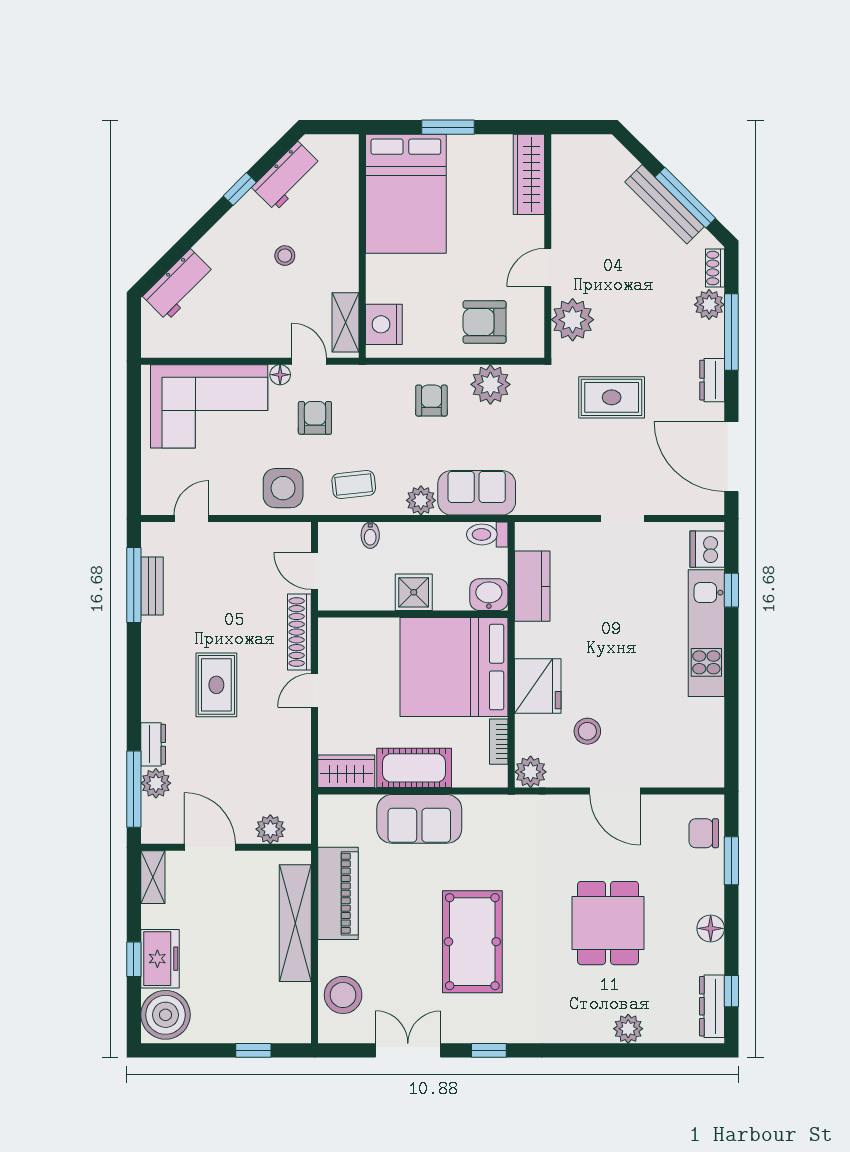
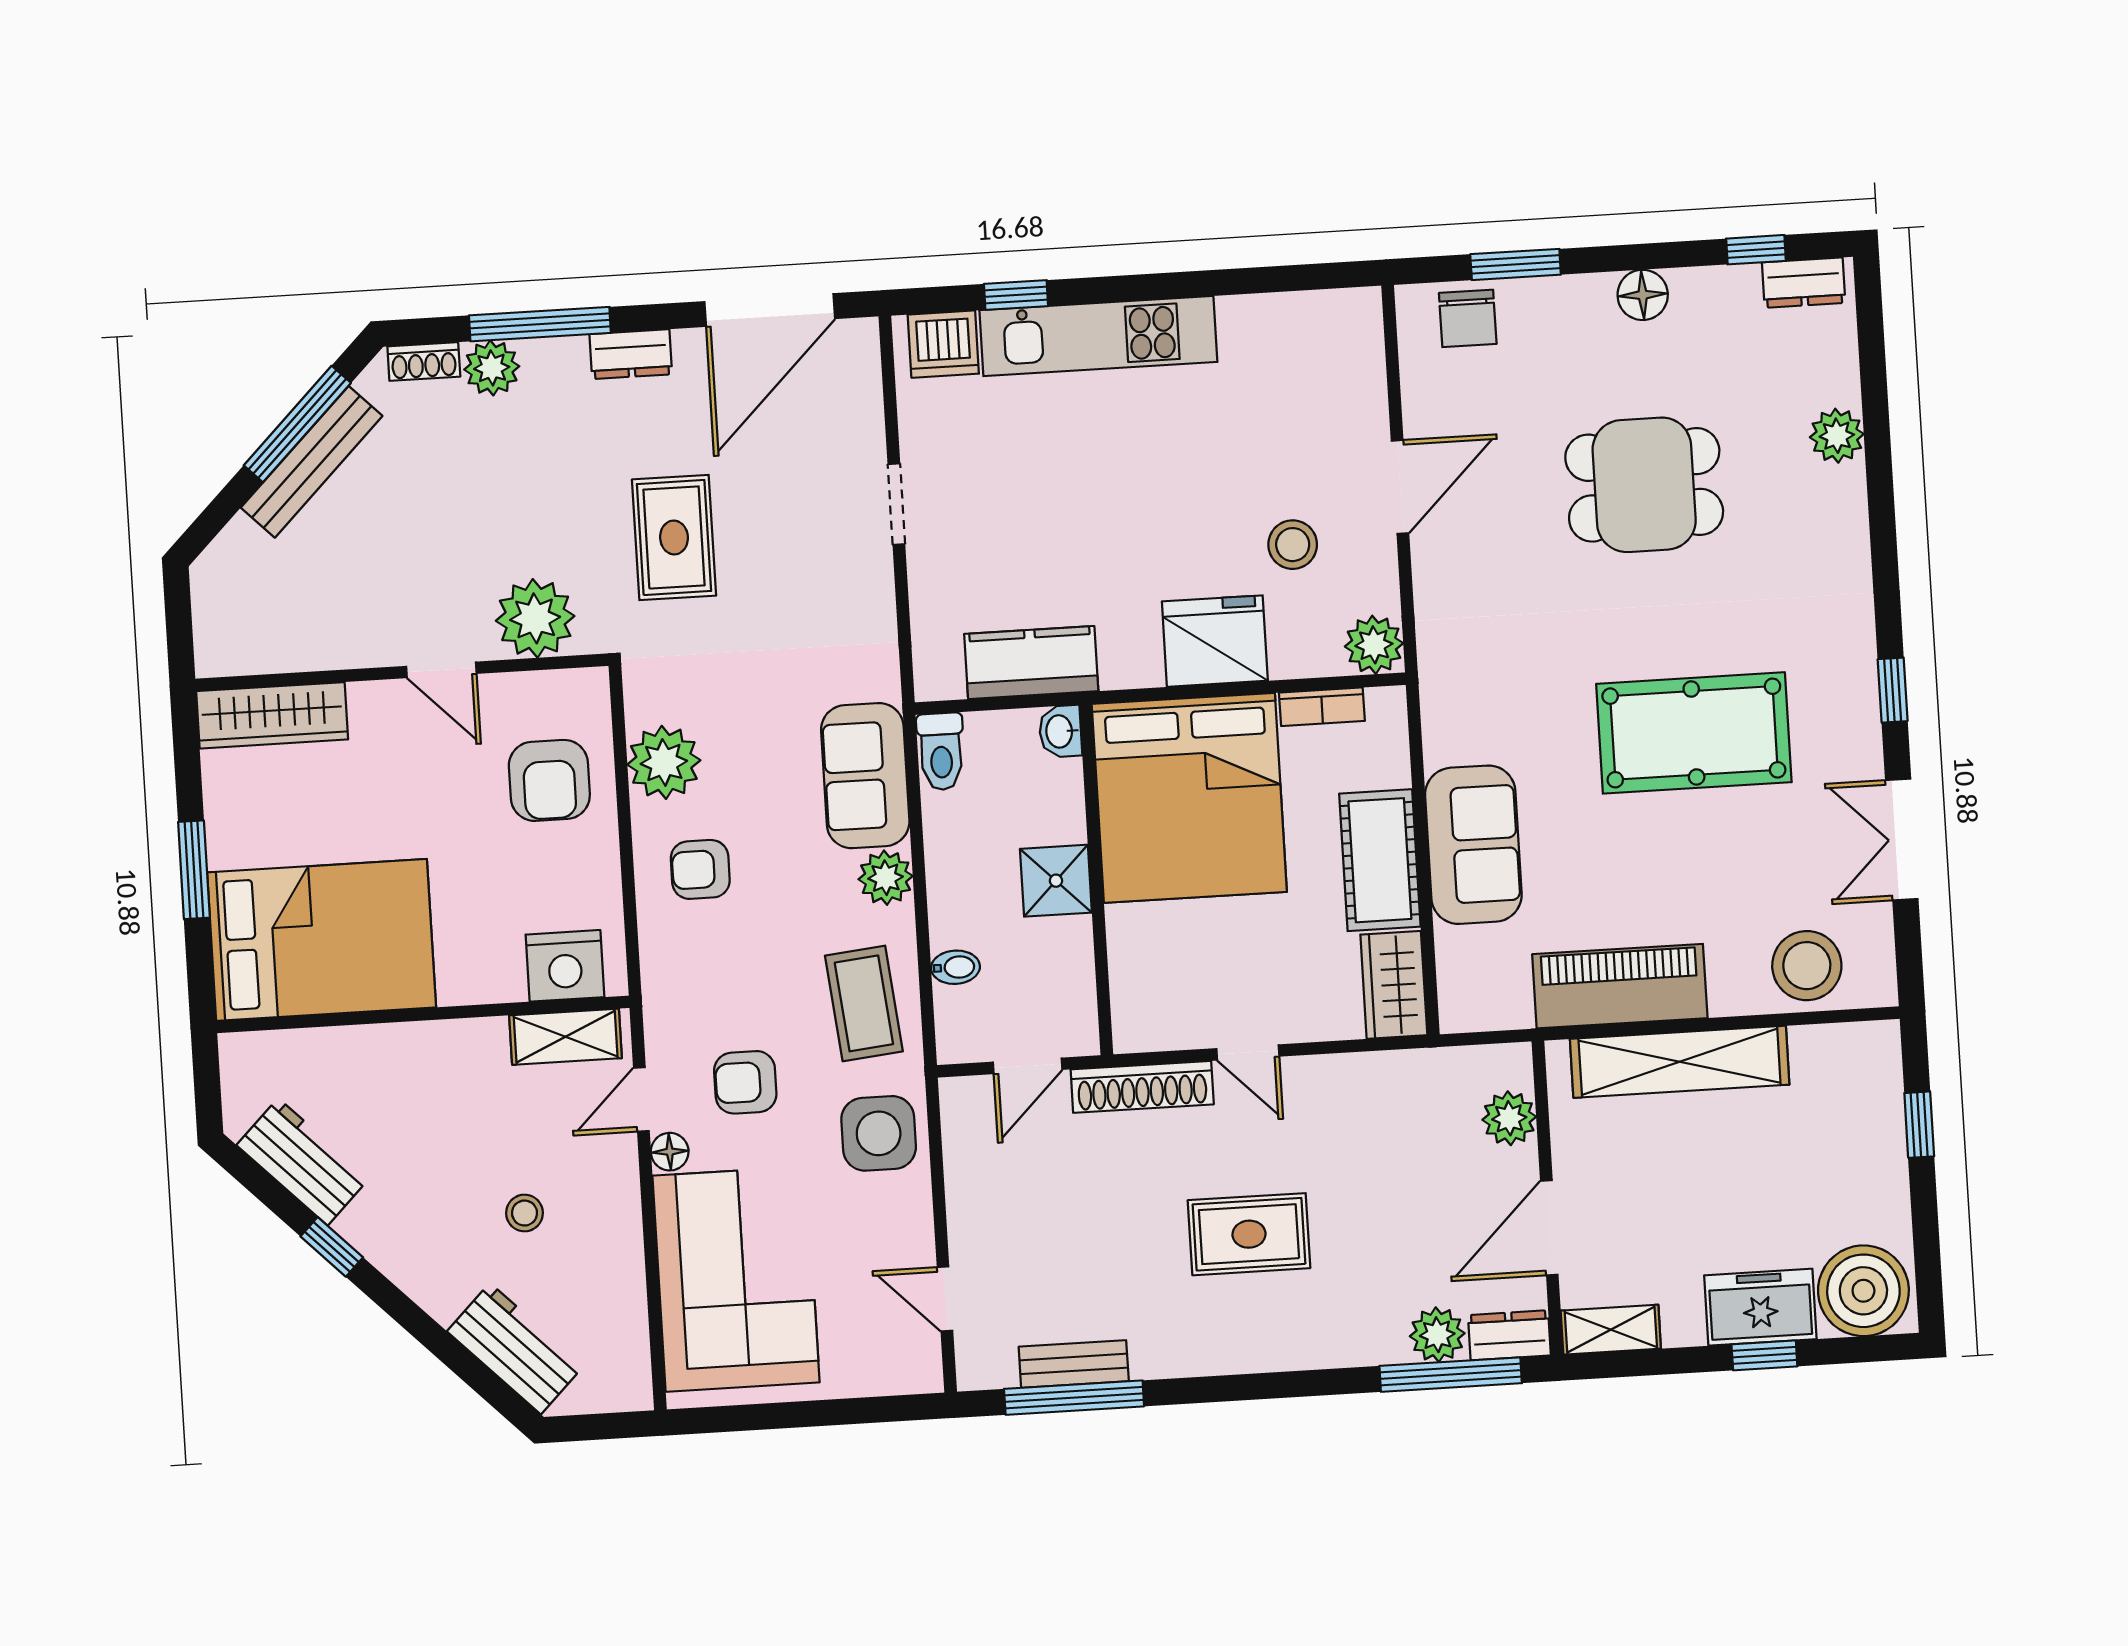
stool: (285, 256) -> (525, 1213), moved
coffee table: (354, 484) -> (864, 1003), width x1.36, depth x1.30
washbasin: (489, 595) -> (1060, 731), width x0.72, depth x0.69
dresser: (153, 744) -> (1509, 1335), moved
dresser: (712, 1006) -> (1804, 283), width x0.70

